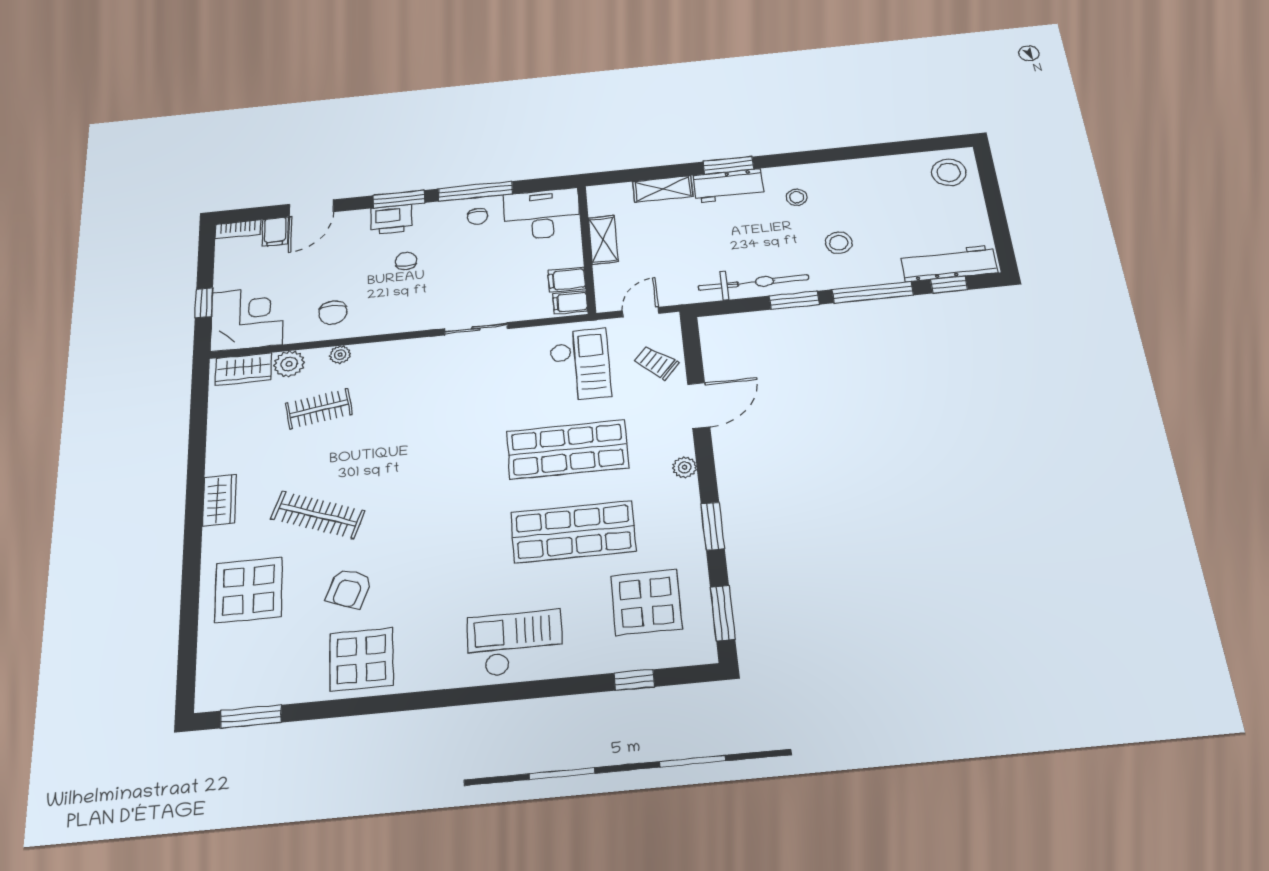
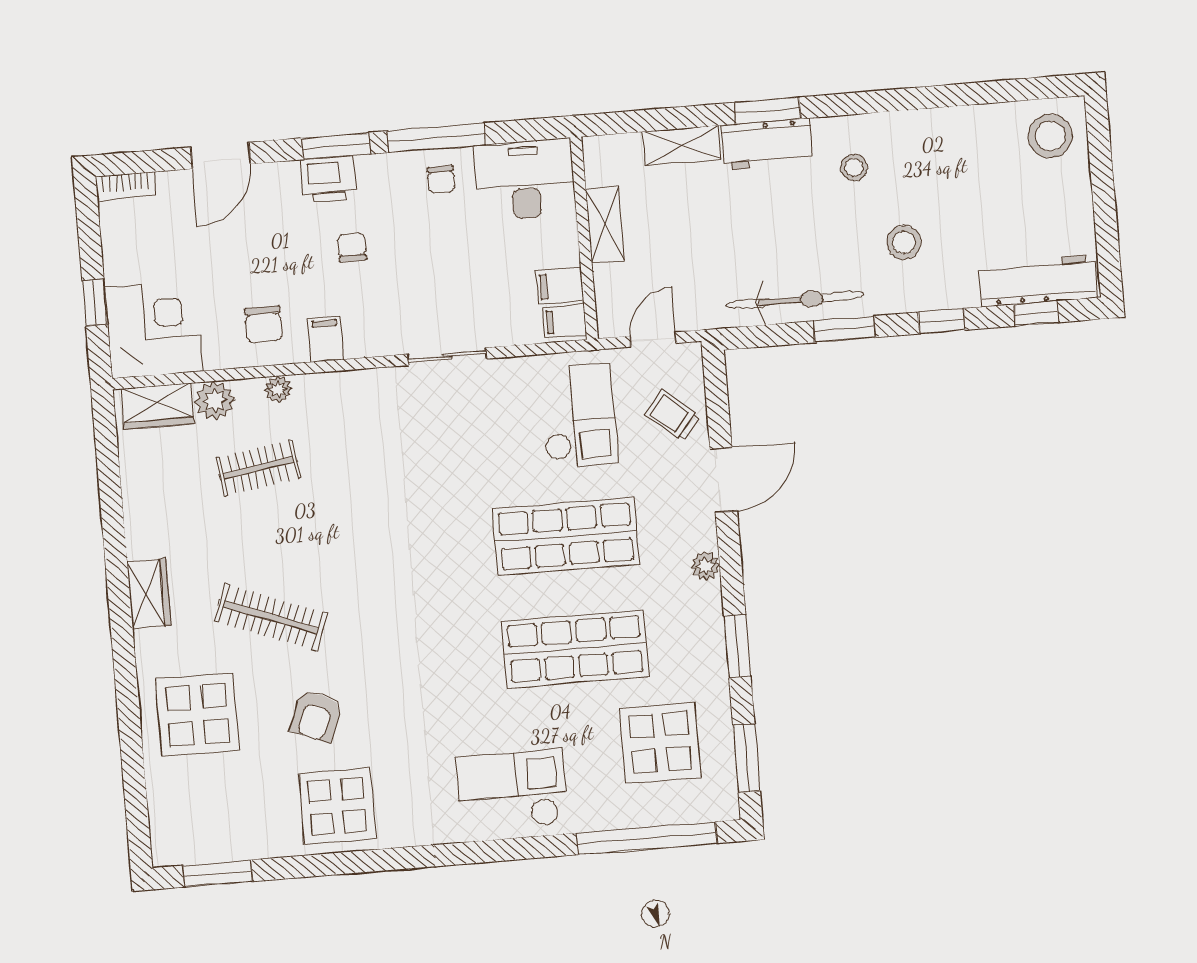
filing cabinet: (275, 232) -> (325, 339), moved, turned 180
window: (873, 292) -> (942, 321), width x0.46
window: (634, 680) -> (647, 838), width x3.17

